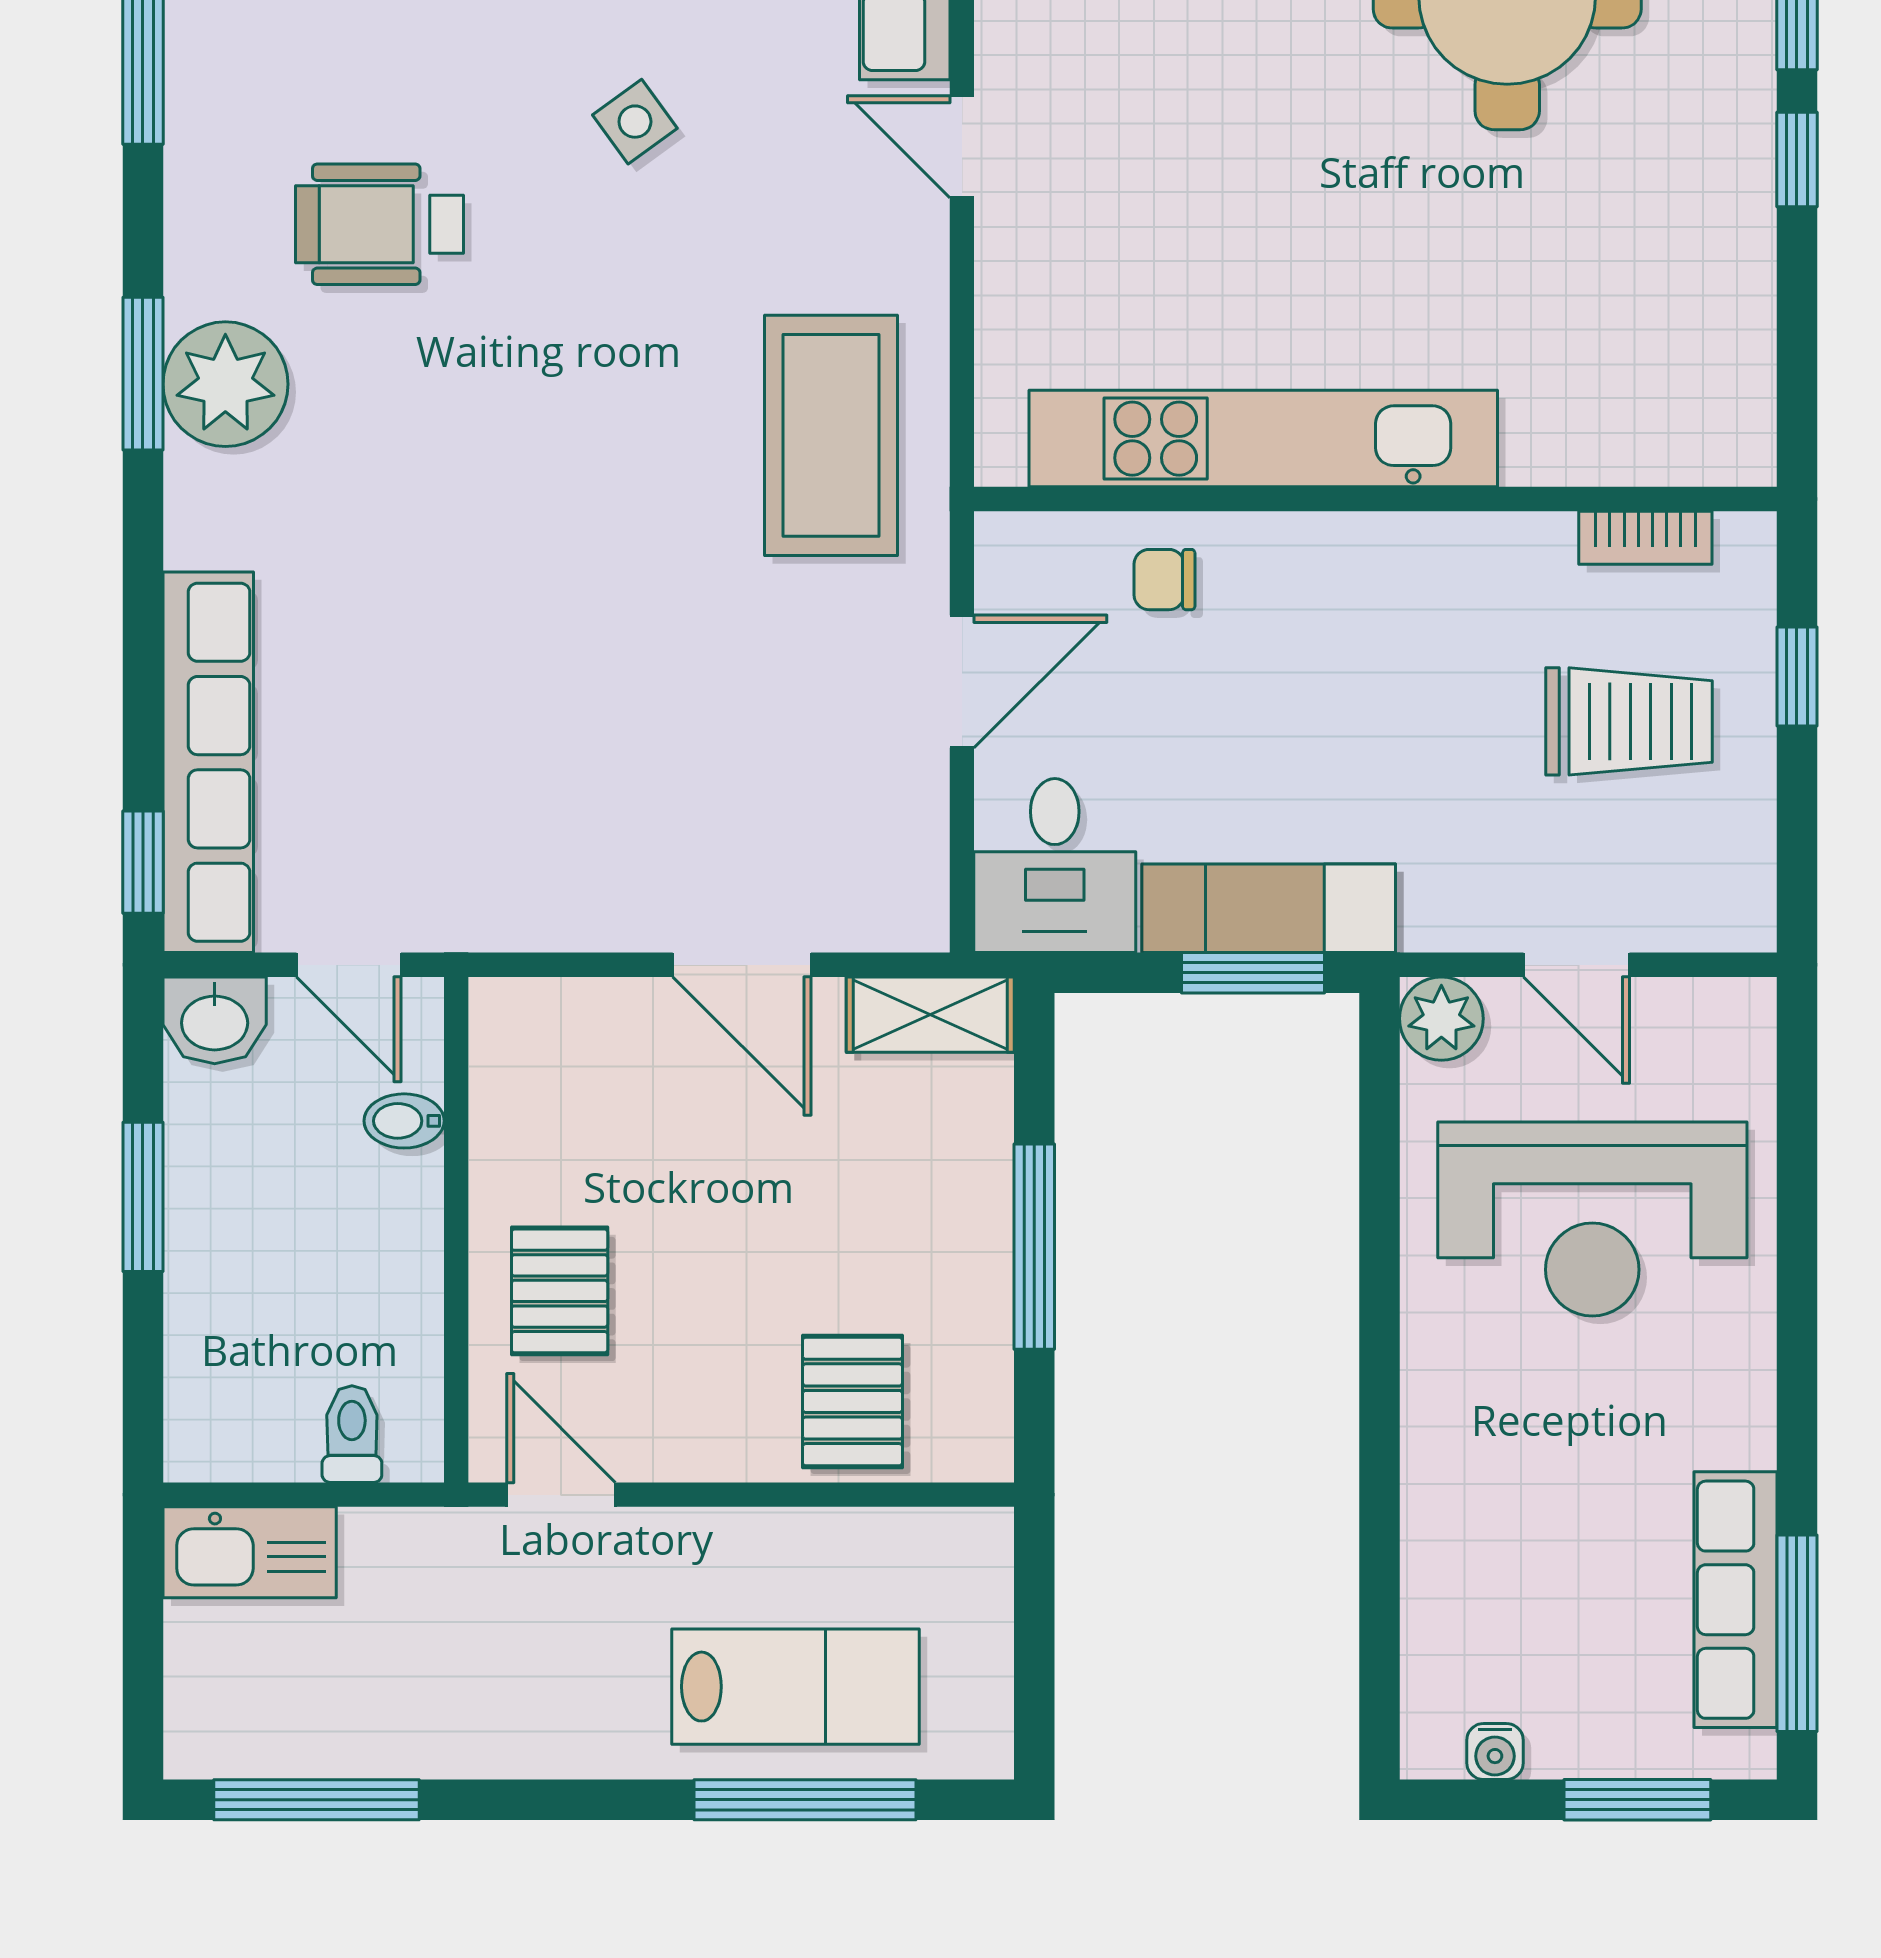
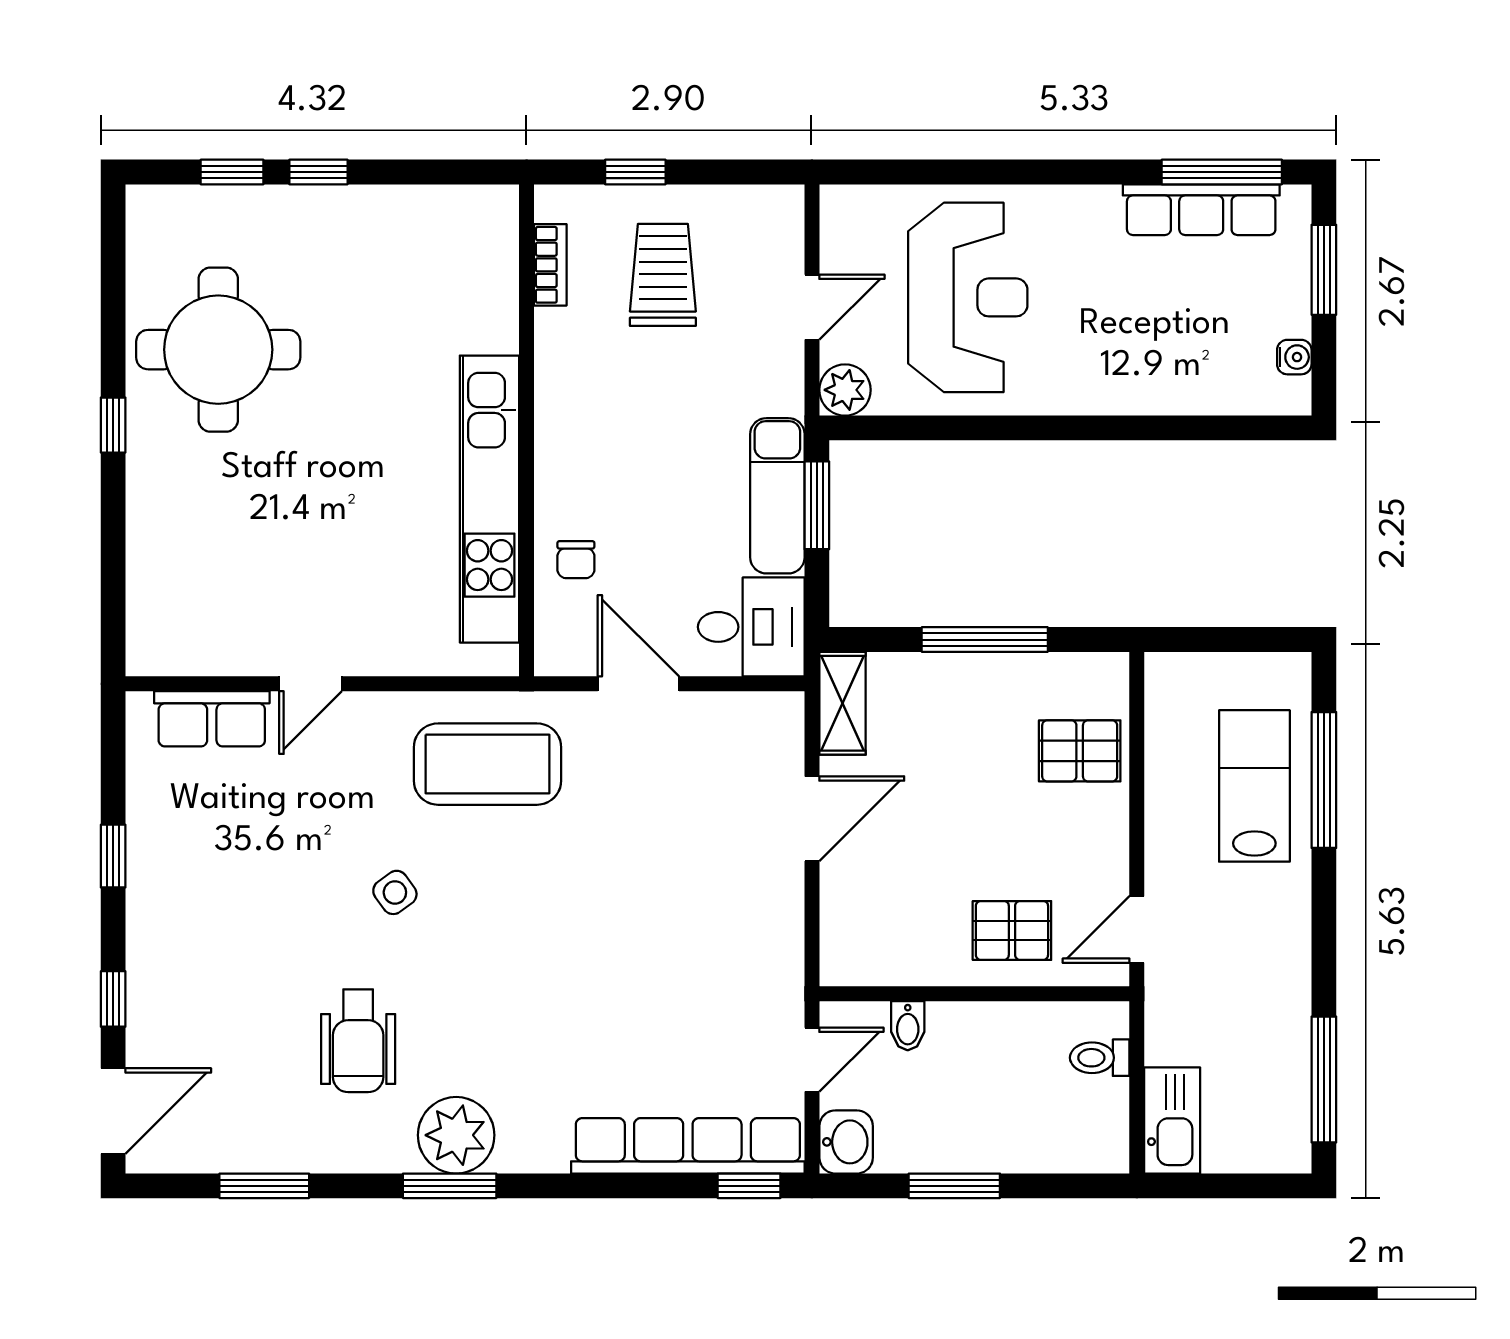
side table: (635, 122) -> (395, 892), moved

